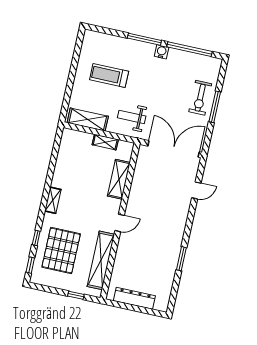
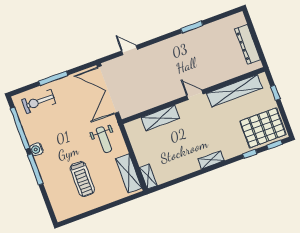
exercise bike: (200, 98) -> (39, 102), moved, turned 180
shelving: (105, 142) -> (148, 177), moved
pallet: (61, 250) -> (263, 128), moved

